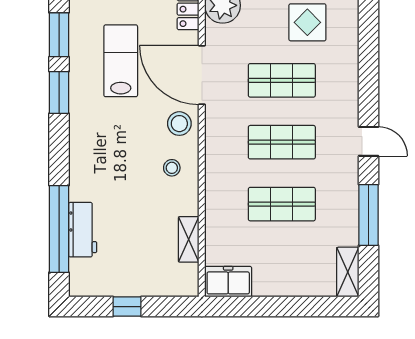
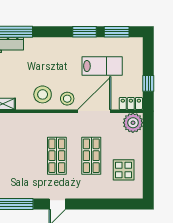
stool: (172, 168) -> (43, 94), width x1.89, depth x1.89
shop shelf: (282, 204) -> (22, 156), removed

